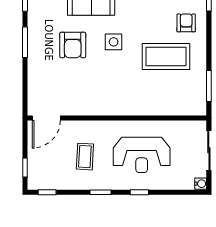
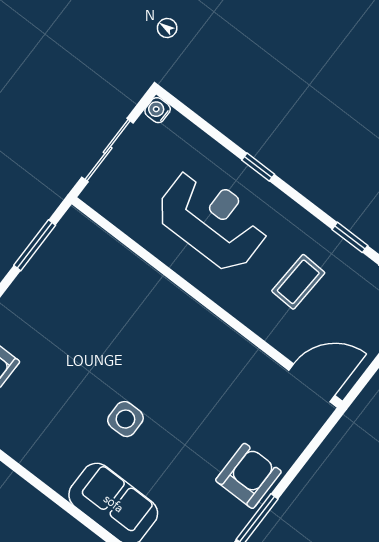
armchair: (73, 45) -> (248, 476), moved
coffee table: (166, 56) -> (65, 338), removed
window: (101, 192) -> (350, 237), moved

